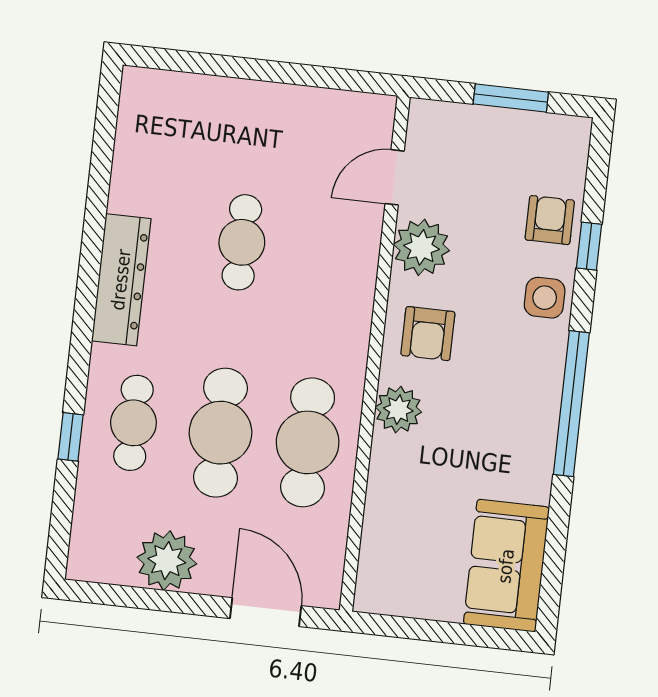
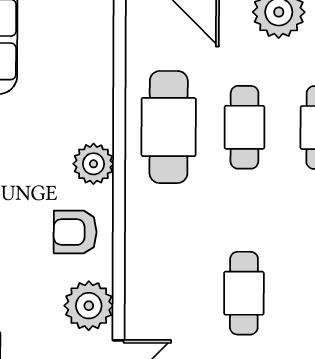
armchair: (428, 334) -> (75, 232), turned -90
cafe table: (221, 433) -> (244, 127), width x0.73, depth x0.74

